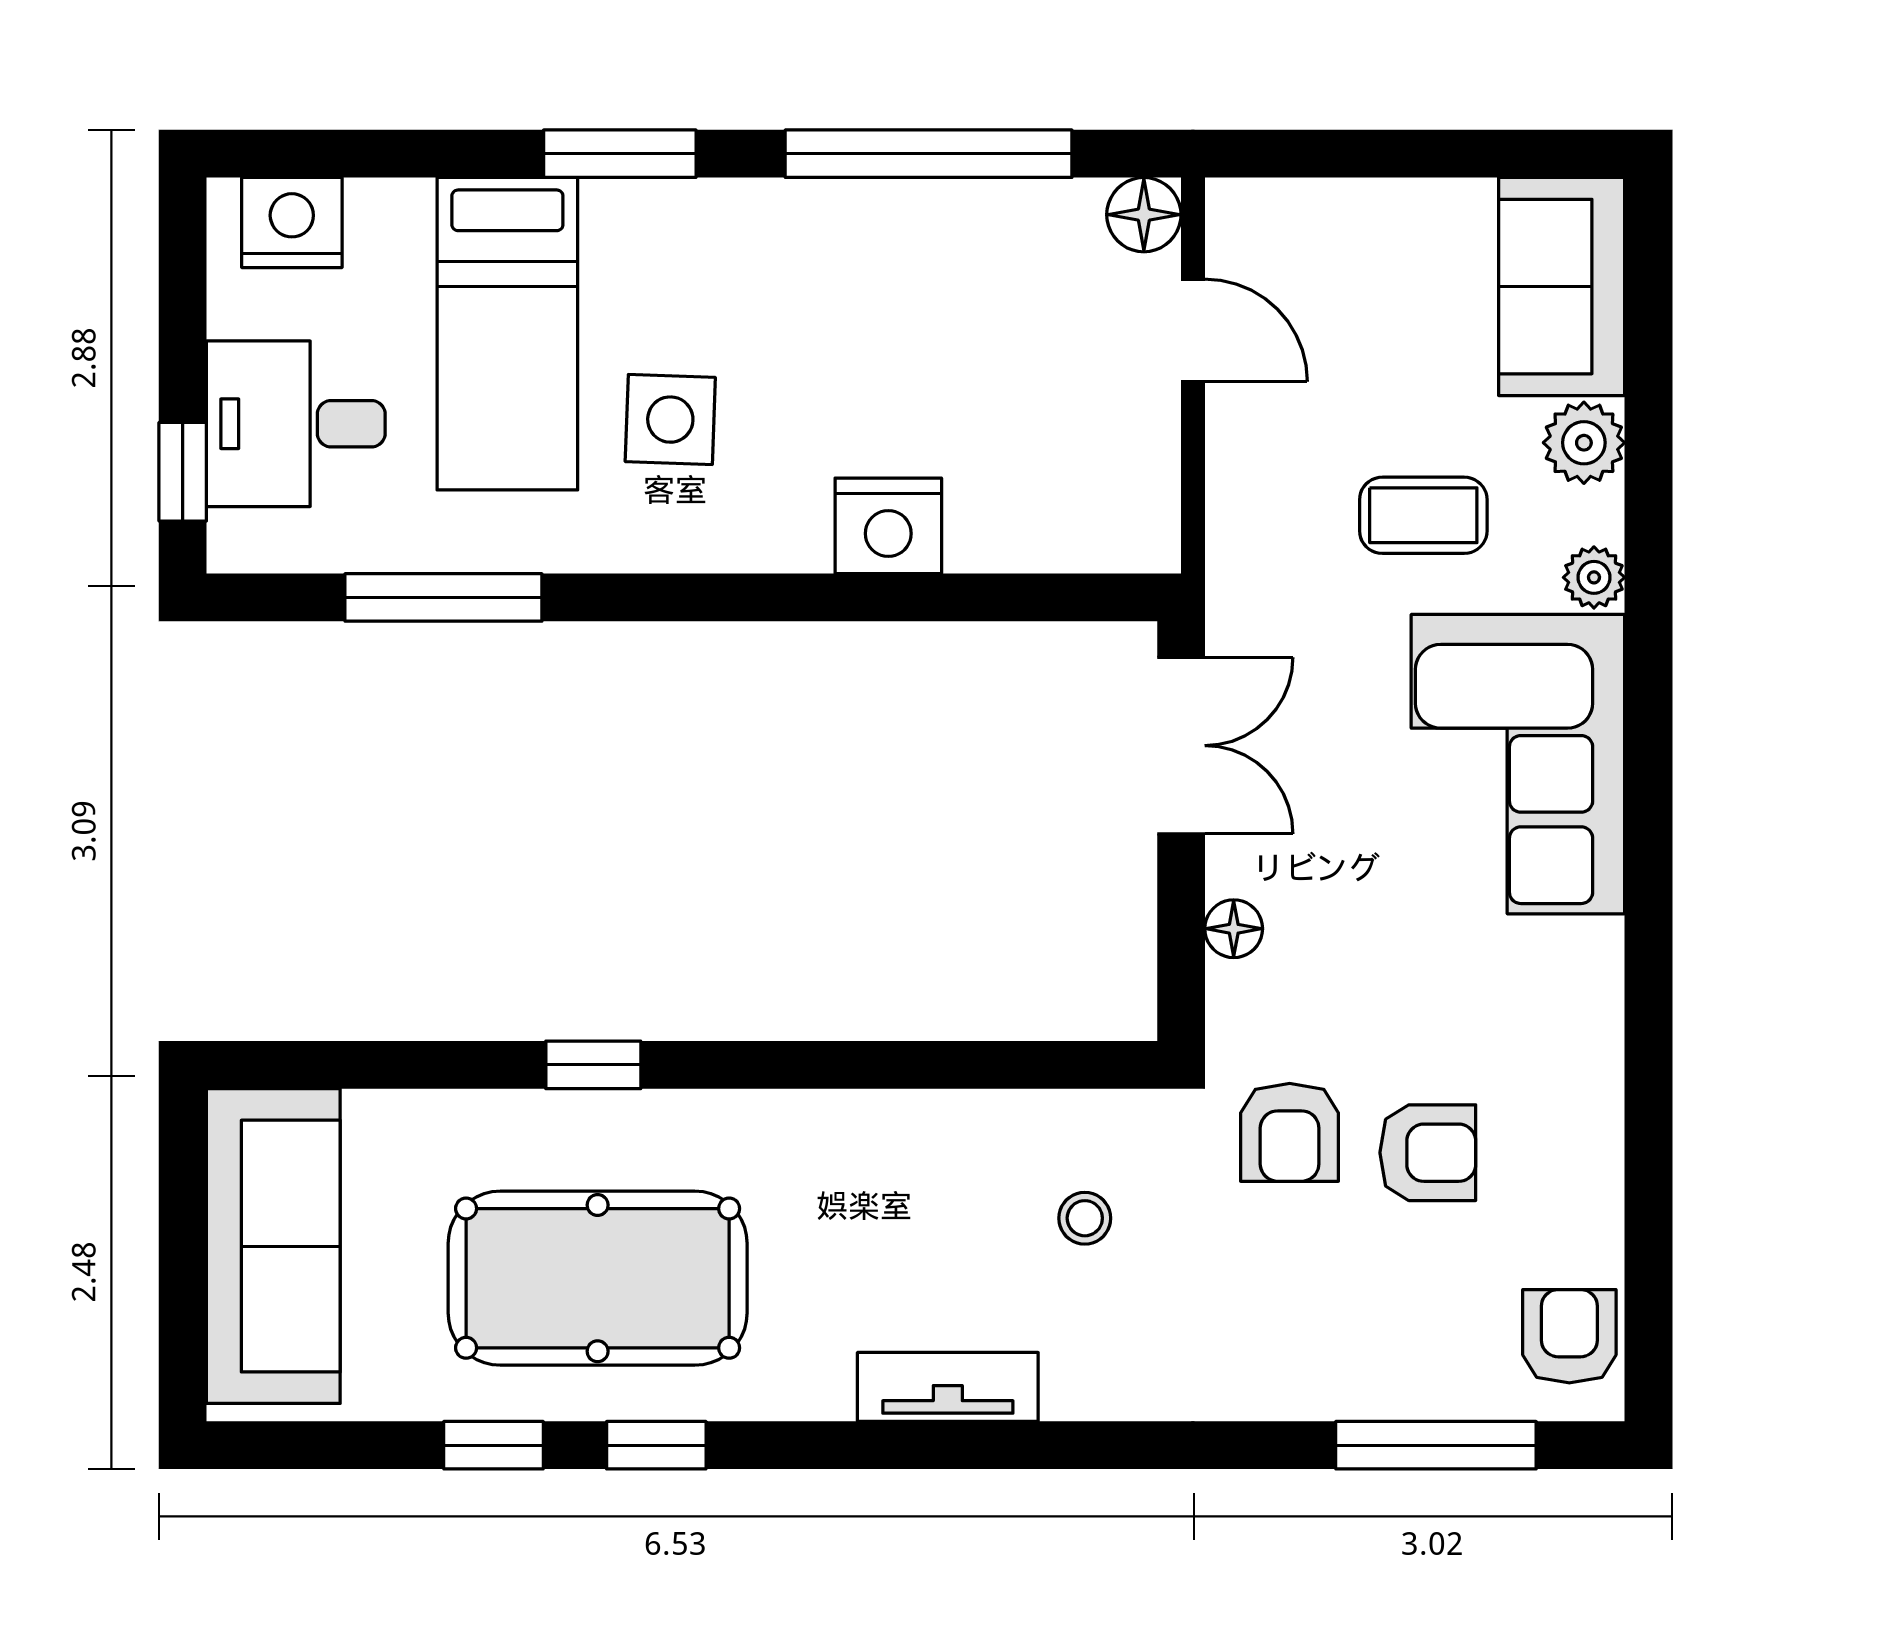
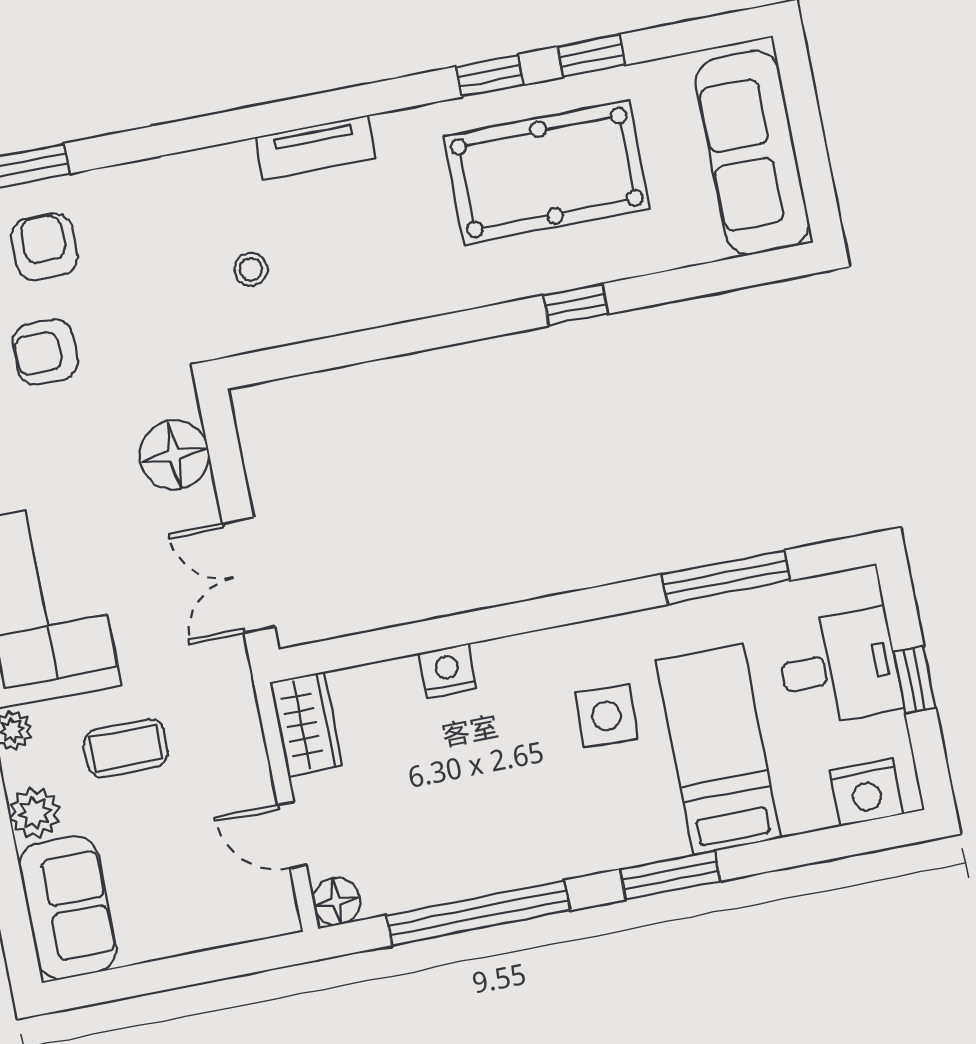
window: (183, 472) -> (914, 680), moved
wardrobe: (1137, 498) -> (306, 724), added
nightstand: (888, 526) -> (447, 671), width x0.74, depth x0.75
floor lamp: (1234, 929) -> (174, 455), width x1.89, depth x1.89
armchair: (1290, 1132) -> (44, 247), moved

